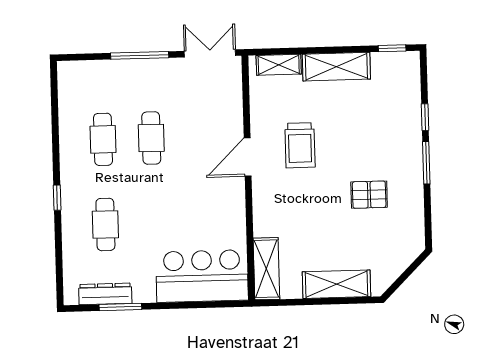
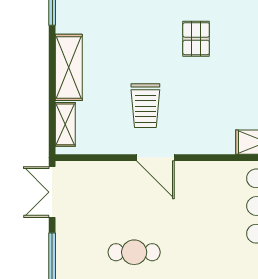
trolley: (300, 145) -> (145, 106), turned 90

